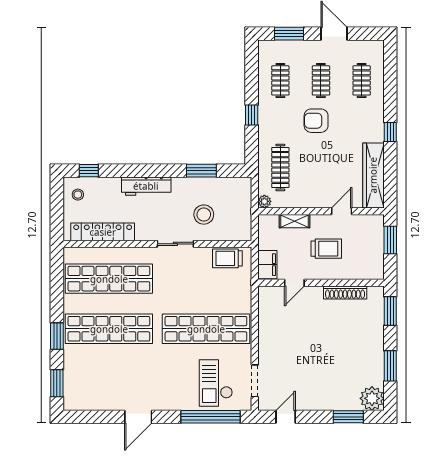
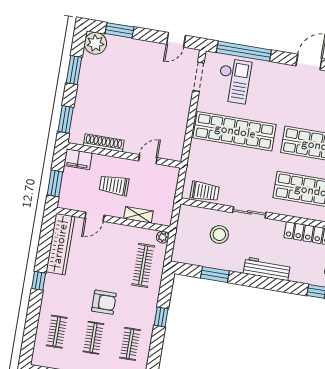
filing cabinet: (267, 265) -> (78, 159), moved, turned -90

